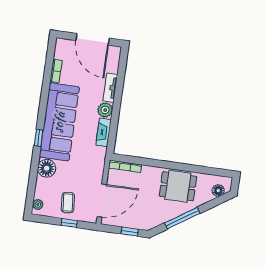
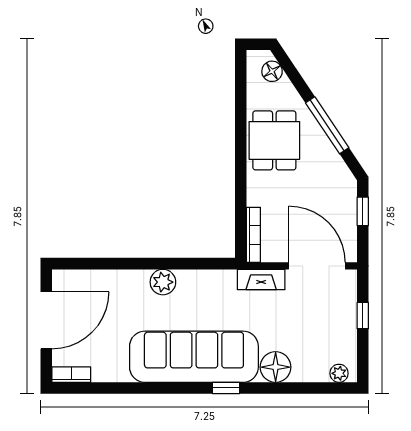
bookcase: (56, 71) -> (71, 375), moved
tv unit: (110, 88) -> (124, 279), removed
fireplace: (103, 132) -> (261, 279), moved
coffee table: (68, 203) -> (329, 323), removed

